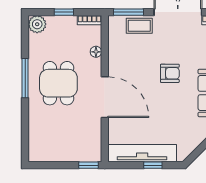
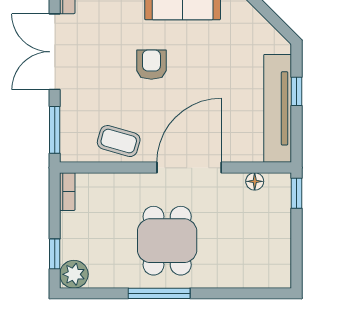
window: (64, 12) -> (55, 254), moved
coffee table: (139, 26) -> (119, 141), moved, turned -74
floor lamp: (96, 52) -> (255, 181), moved
dining table: (58, 83) -> (167, 241), turned 90

